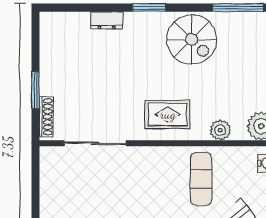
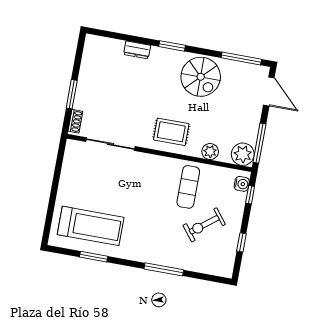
shoe rack: (46, 117) -> (75, 121), width x0.70

